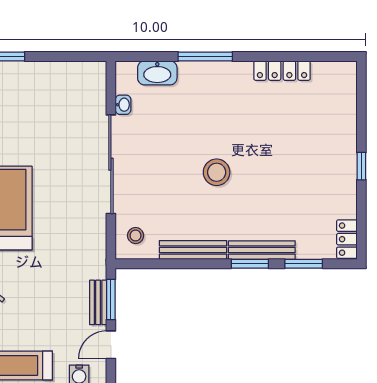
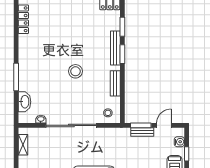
shelving: (73, 70) -> (23, 145), added
locker: (282, 71) -> (23, 19), moved
bench: (193, 250) -> (115, 83), width x0.73
door: (111, 345) -> (164, 125), swing flipped

